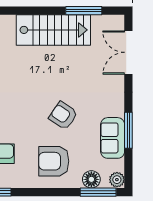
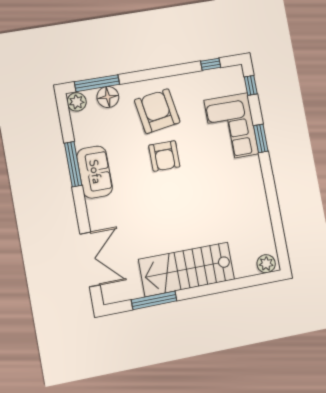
armchair: (63, 116) -> (164, 156), moved, turned 56
sofa: (113, 138) -> (95, 172), moved
armchair: (54, 161) -> (157, 111), turned -99

